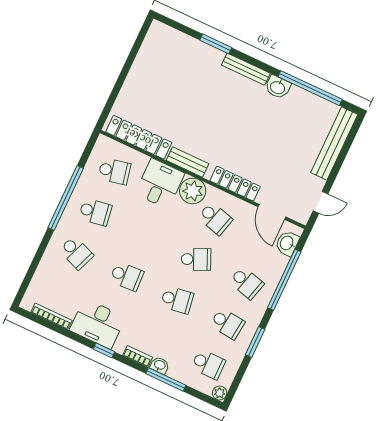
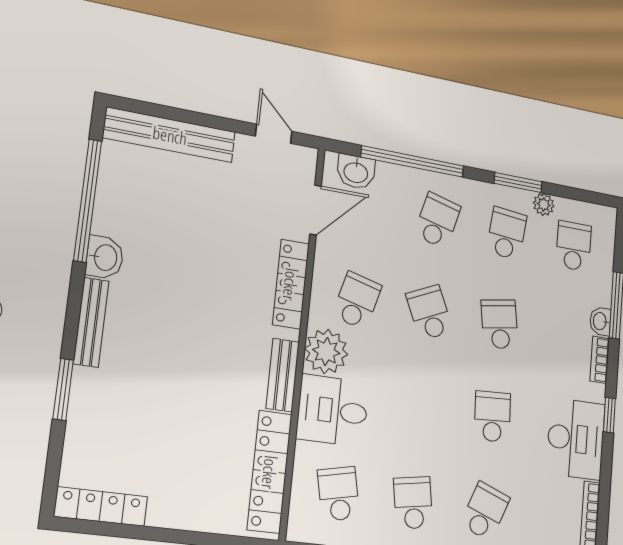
locker: (150, 44) -> (101, 507), added
plant: (220, 393) -> (544, 204), moved

